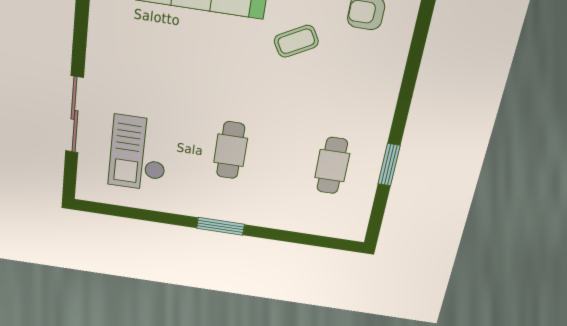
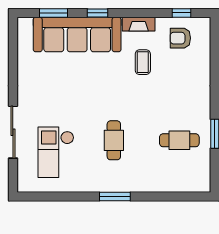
coffee table: (296, 41) -> (143, 62), turned -61
cafe table: (332, 166) -> (179, 140), turned 90

